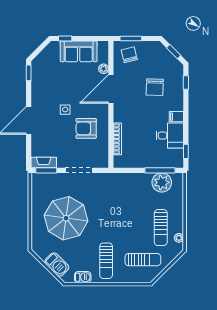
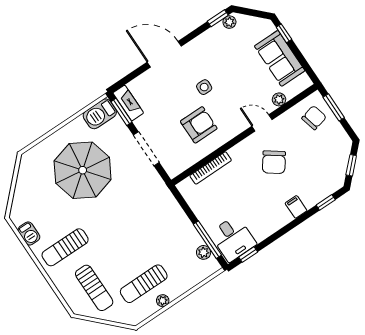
plant: (36, 67) -> (229, 22), added
chair: (155, 87) -> (274, 162), moved, turned -56
door: (111, 89) -> (262, 123), width x0.53
filing cabinet: (176, 117) -> (296, 207), moved
armchair: (86, 128) -> (199, 125), turned 90
desk: (170, 136) -> (233, 238), moved
plant: (162, 182) -> (204, 252), width x0.53, depth x0.53
plant: (179, 238) -> (163, 301), moved
barbecue: (57, 265) -> (100, 114), moved, turned 45

